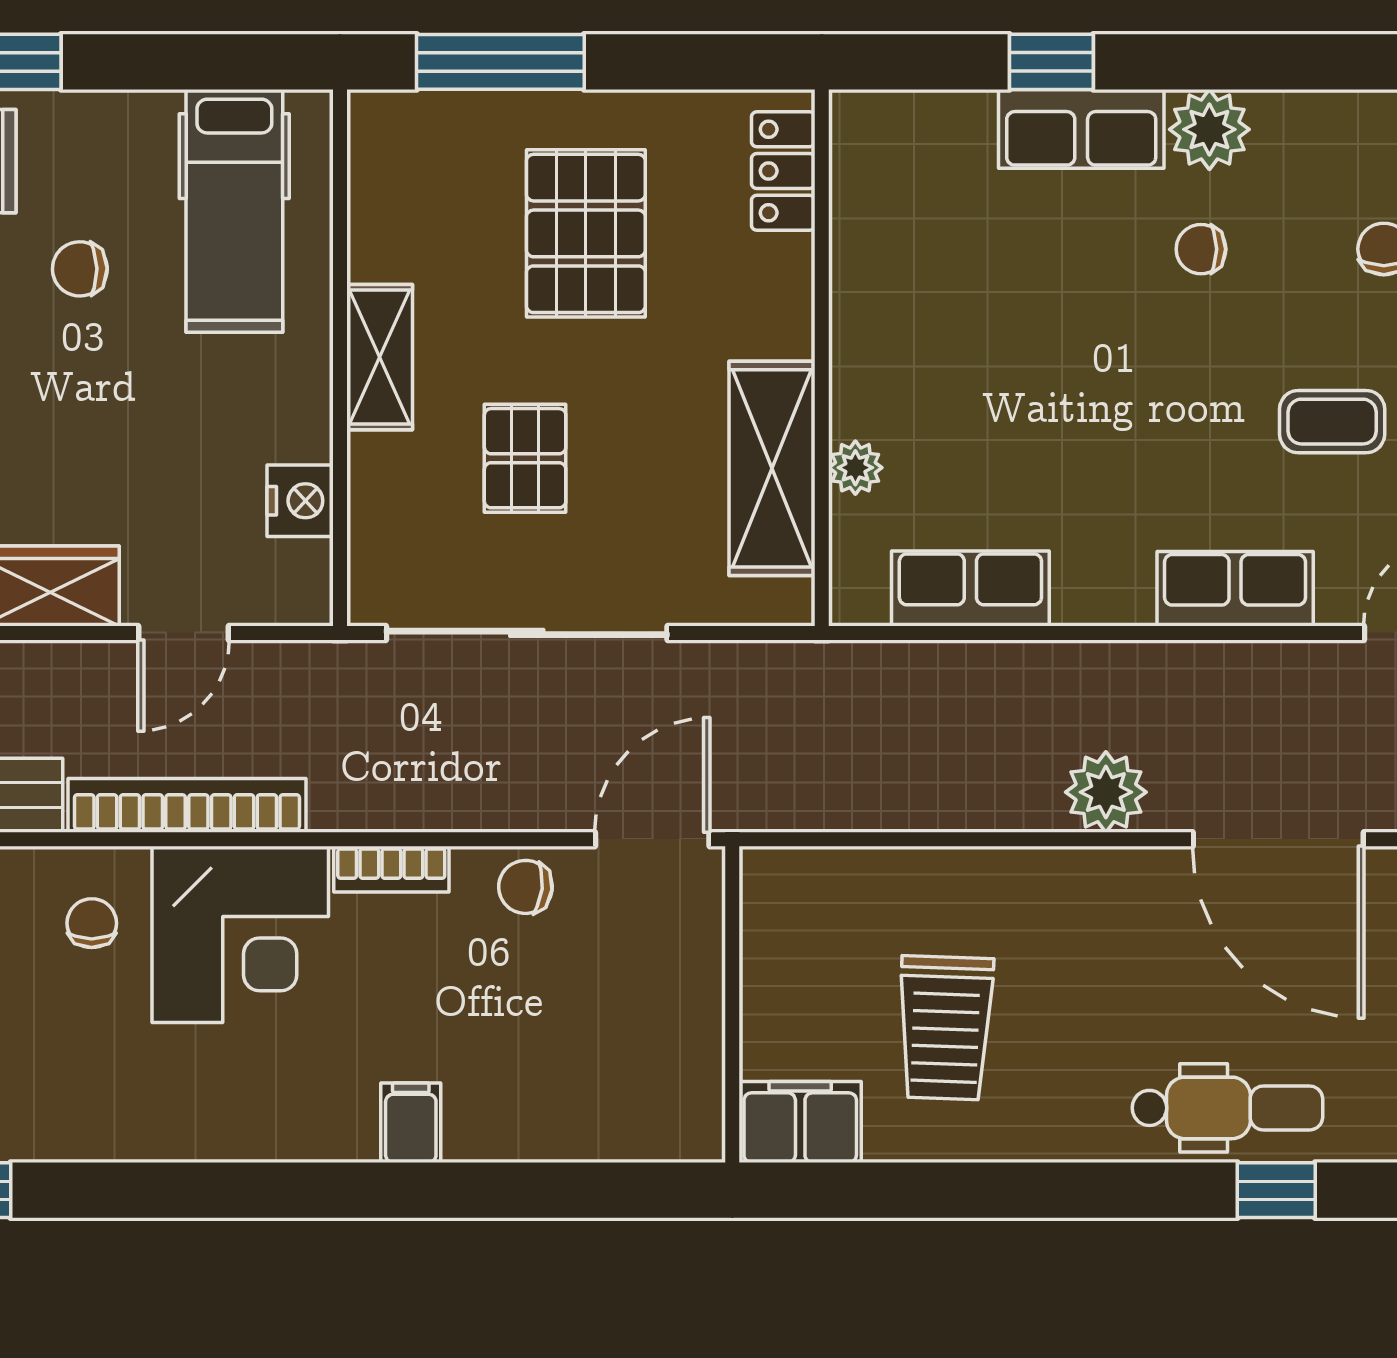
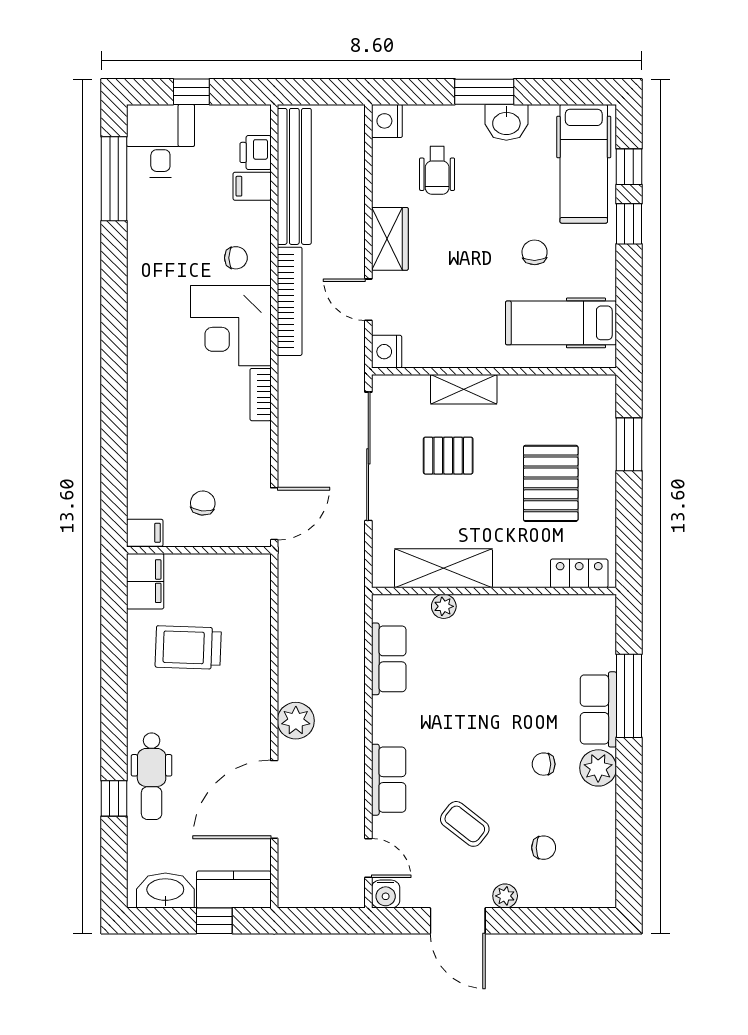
window: (500, 62) -> (629, 444), width x0.69
window: (1051, 62) -> (629, 696), width x2.17
pallet: (586, 233) -> (551, 483), turned 90
chair: (1201, 249) -> (544, 764), turned -90
shelving: (380, 357) -> (464, 389), moved
coffee table: (1332, 422) -> (465, 824), turned -52
nightstand: (300, 501) -> (387, 352), moved, turned 90
door: (652, 839) -> (274, 514), hinge flipped
chair: (525, 887) -> (203, 503), moved
filing cabinet: (411, 1123) -> (145, 533), moved

